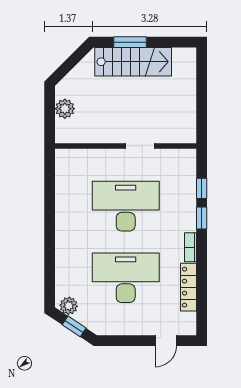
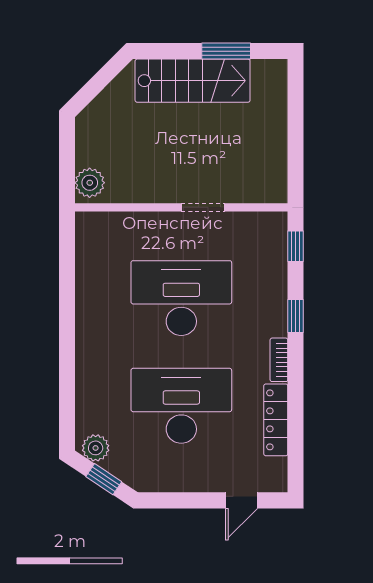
window: (130, 42) -> (226, 51), moved
plant: (65, 109) -> (90, 183), moved
window: (202, 188) -> (296, 246), moved

